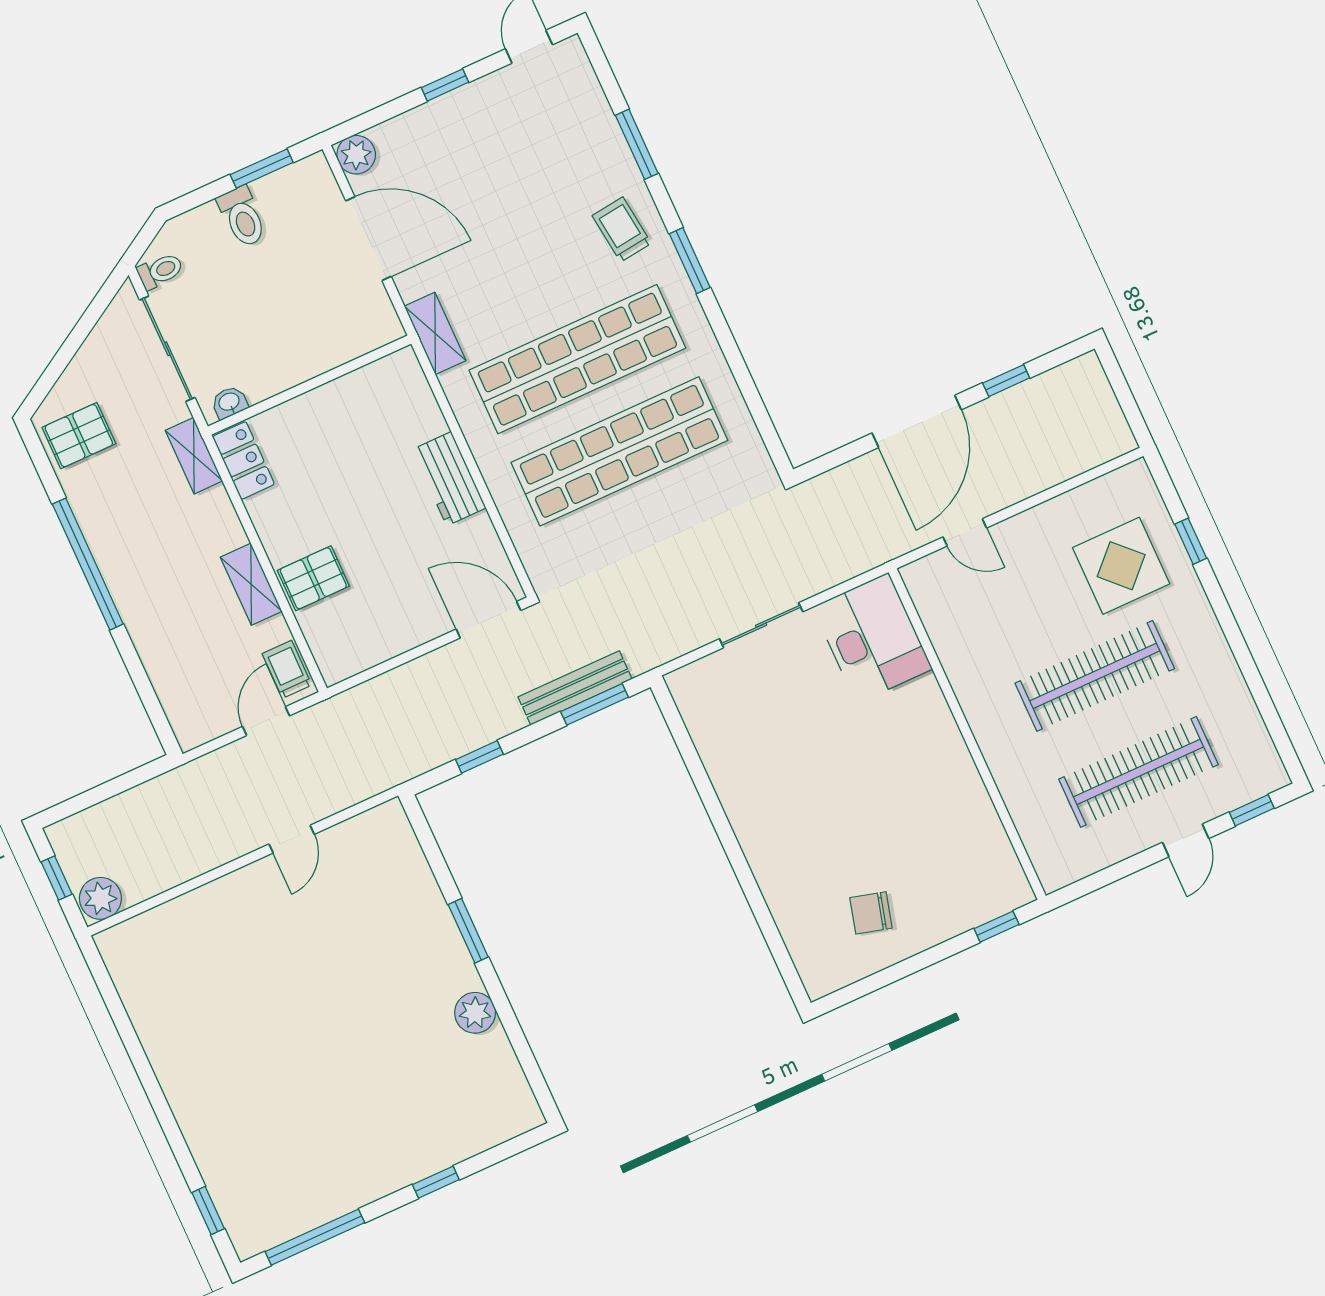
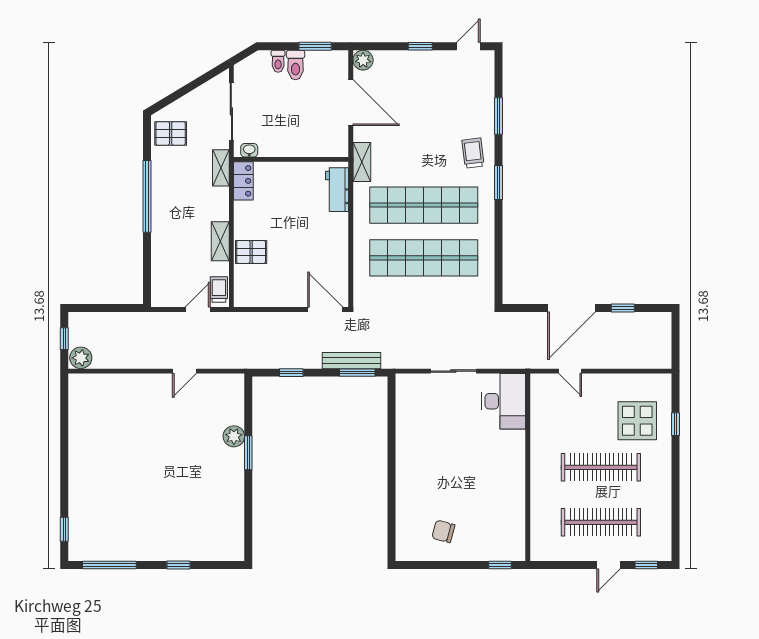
toilet: (160, 271) -> (278, 61), moved, turned 90
workbench: (449, 479) -> (337, 190), moved
plant: (475, 1013) -> (234, 436), moved

